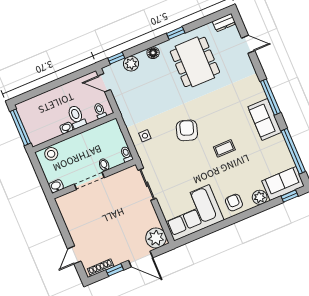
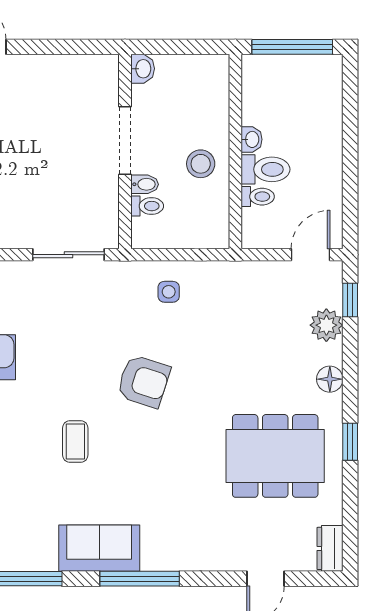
toilet: (100, 111) -> (258, 197), moved
stool: (51, 154) -> (201, 164), moved
toilet: (127, 154) -> (147, 206), moved

